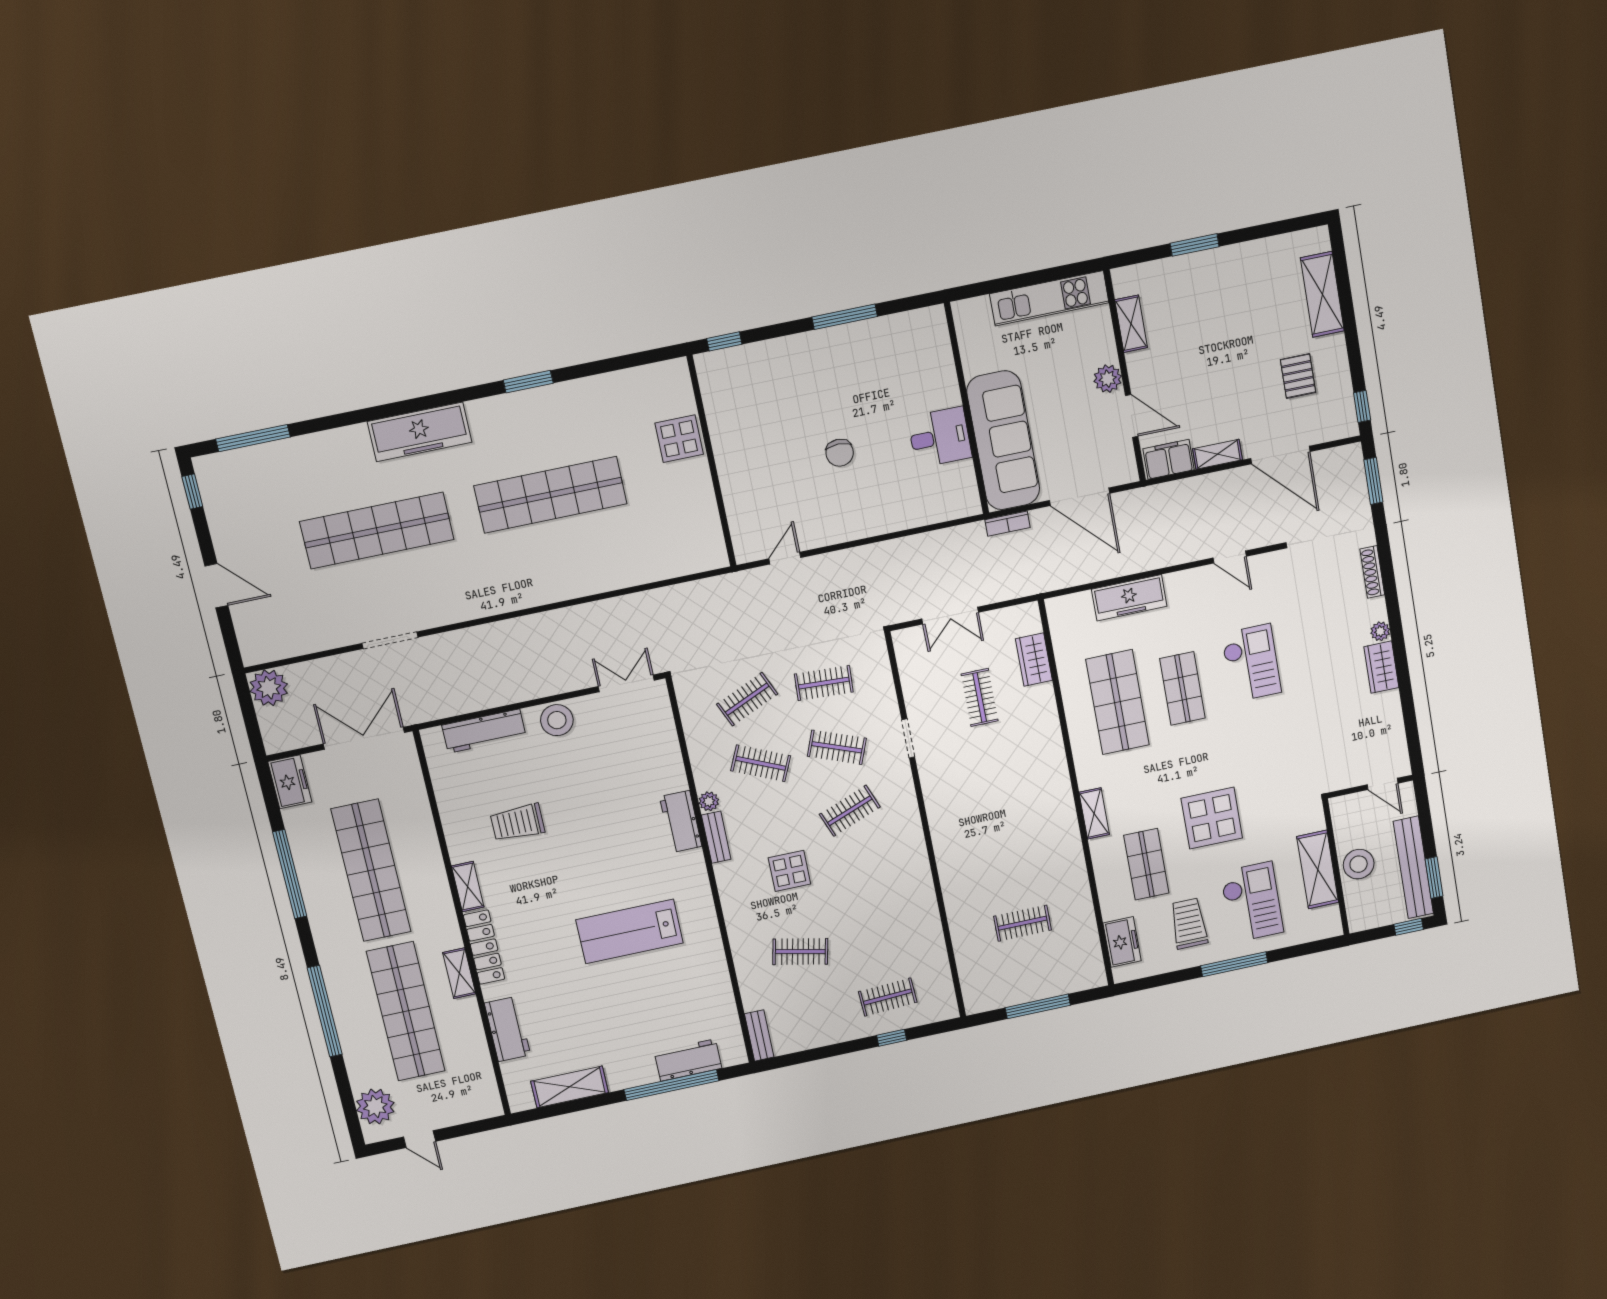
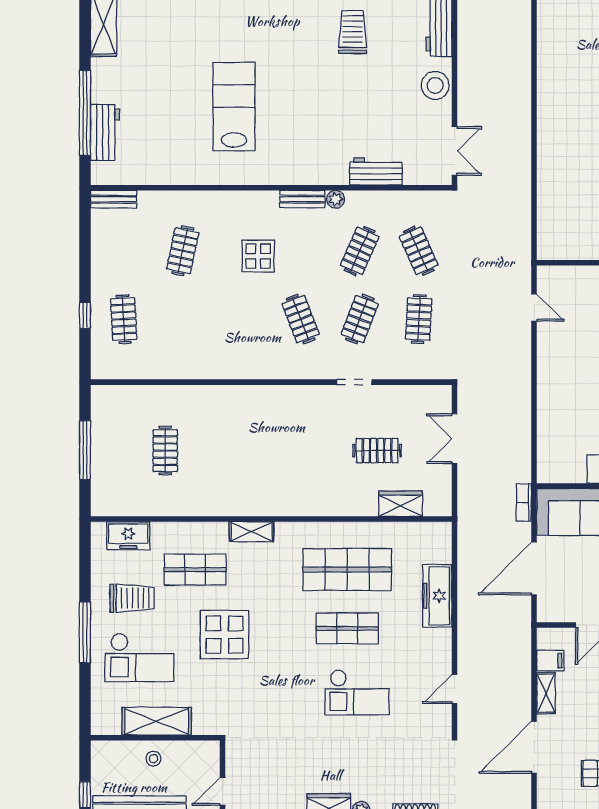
filing cabinet: (1169, 459) -> (550, 661), width x0.50
workbench: (681, 822) -> (376, 172), moved
stool: (1359, 864) -> (153, 759), width x0.53, depth x0.53

